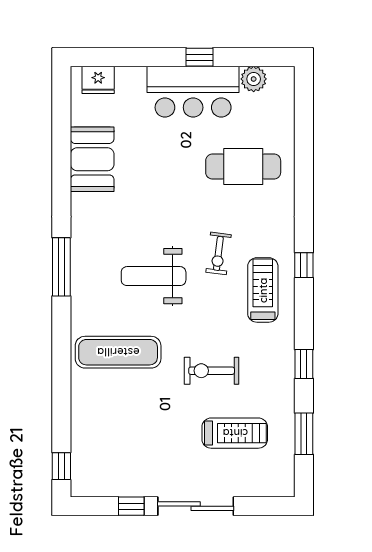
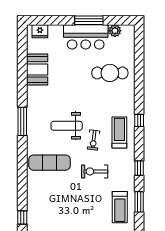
window: (199, 57) -> (89, 20), width x2.17
exercise bike: (218, 253) -> (94, 140), moved
treadmill: (235, 433) -> (120, 207), moved, turned 90

